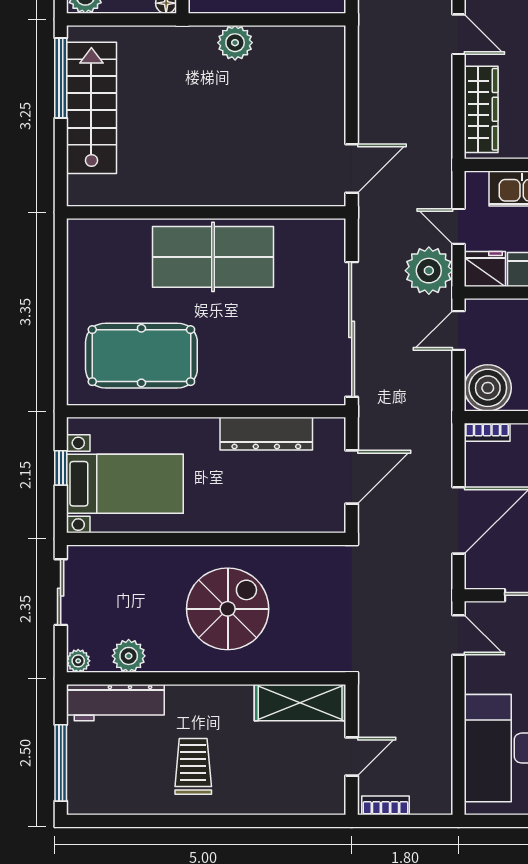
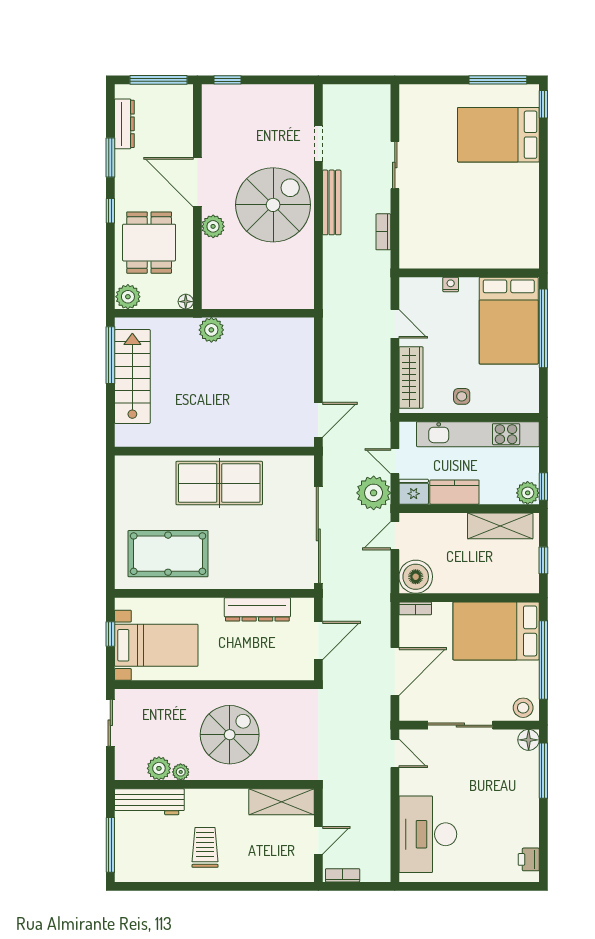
plant: (235, 43) -> (211, 330), moved
plant: (78, 661) -> (181, 772), moved

